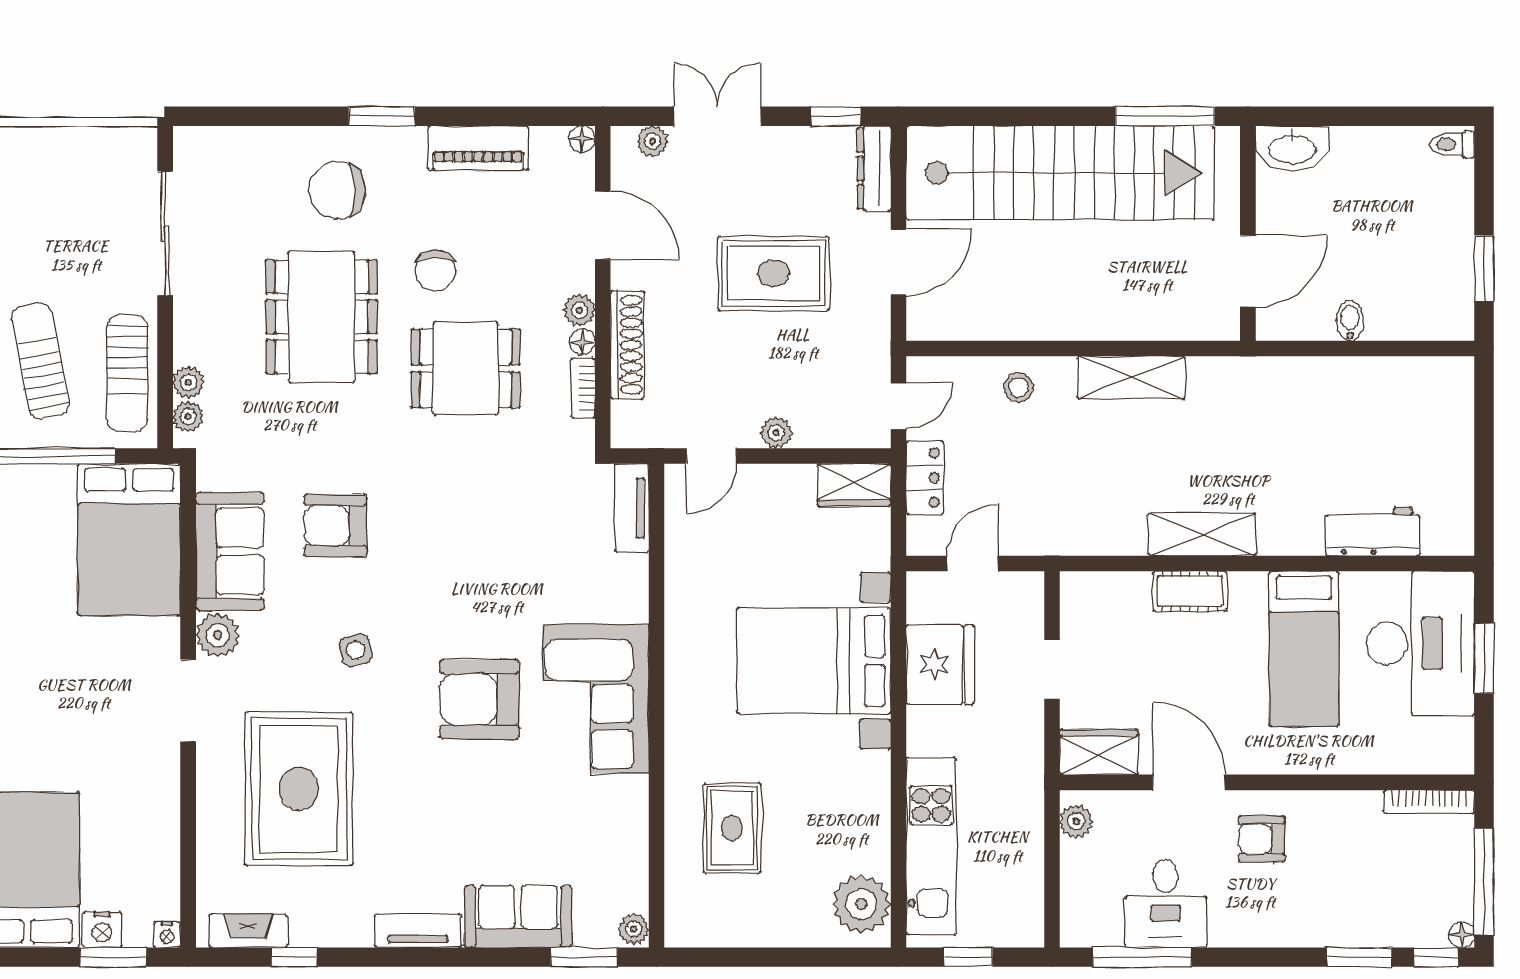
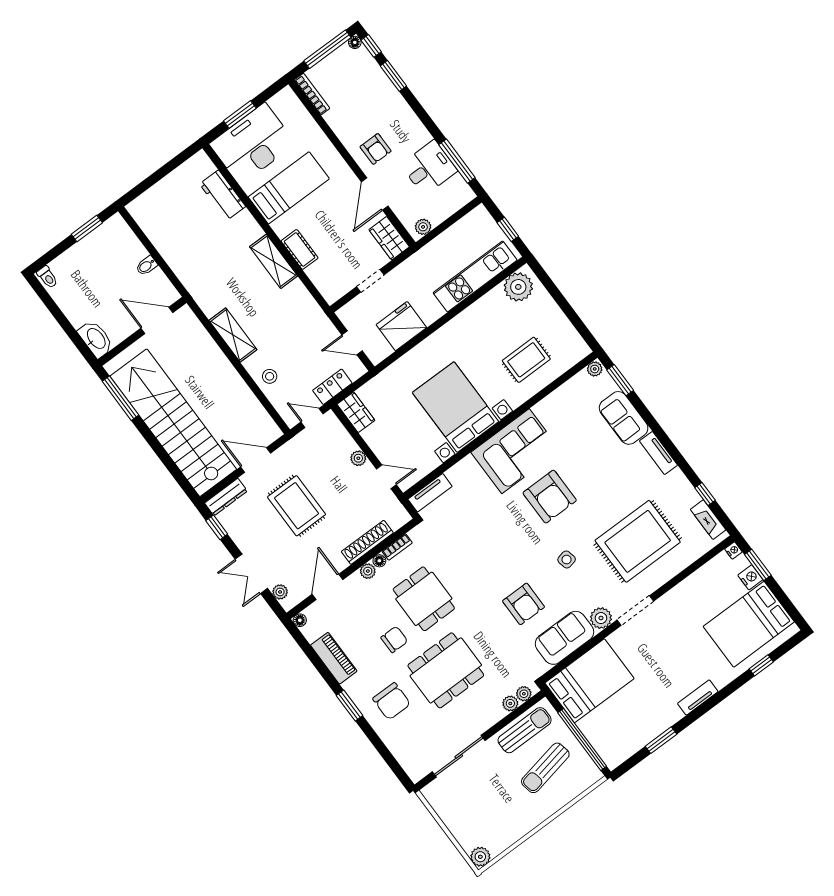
bed with nightstands: (814, 661) -> (456, 407), moved, turned 180

